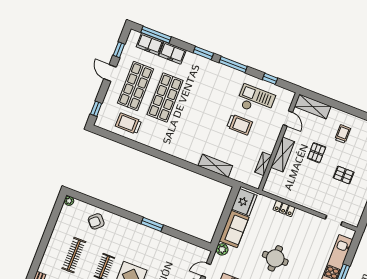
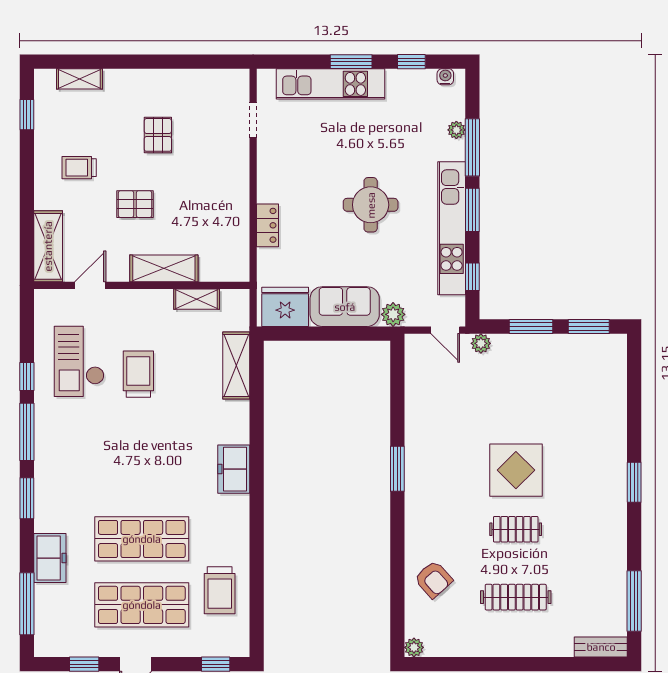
freezer: (150, 44) -> (234, 469), moved, turned 180
window: (270, 79) -> (27, 376), moved
shelving: (215, 166) -> (236, 365), moved

